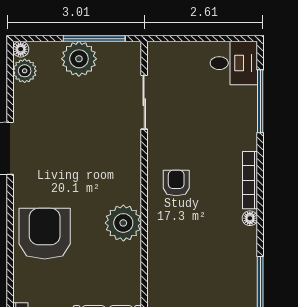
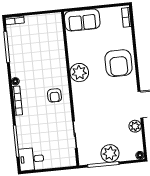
plant: (25, 71) -> (135, 126), moved

